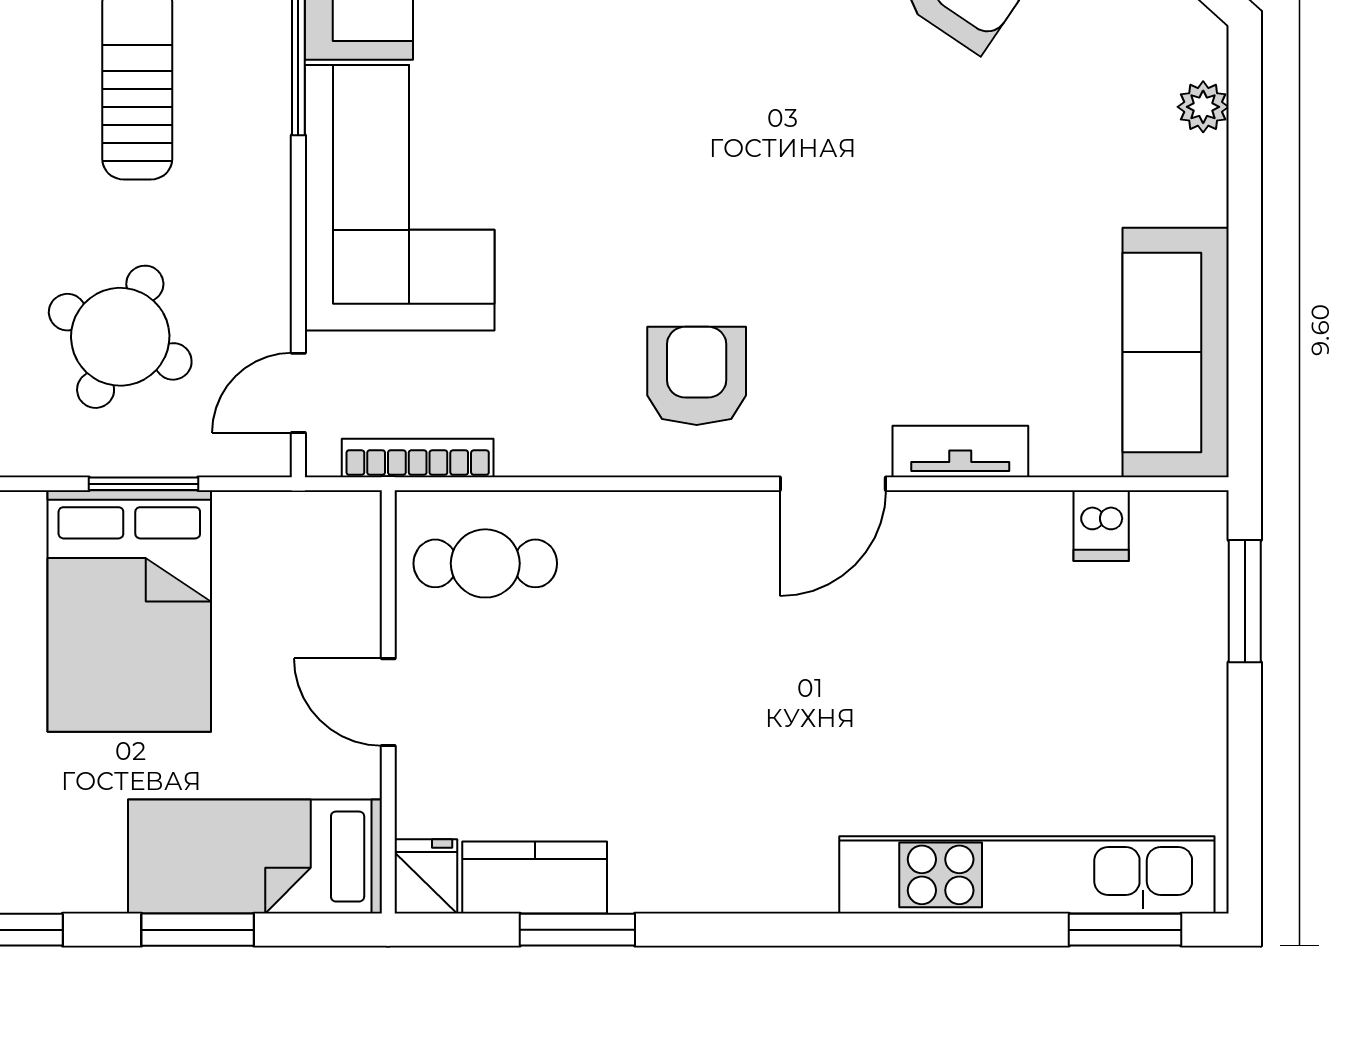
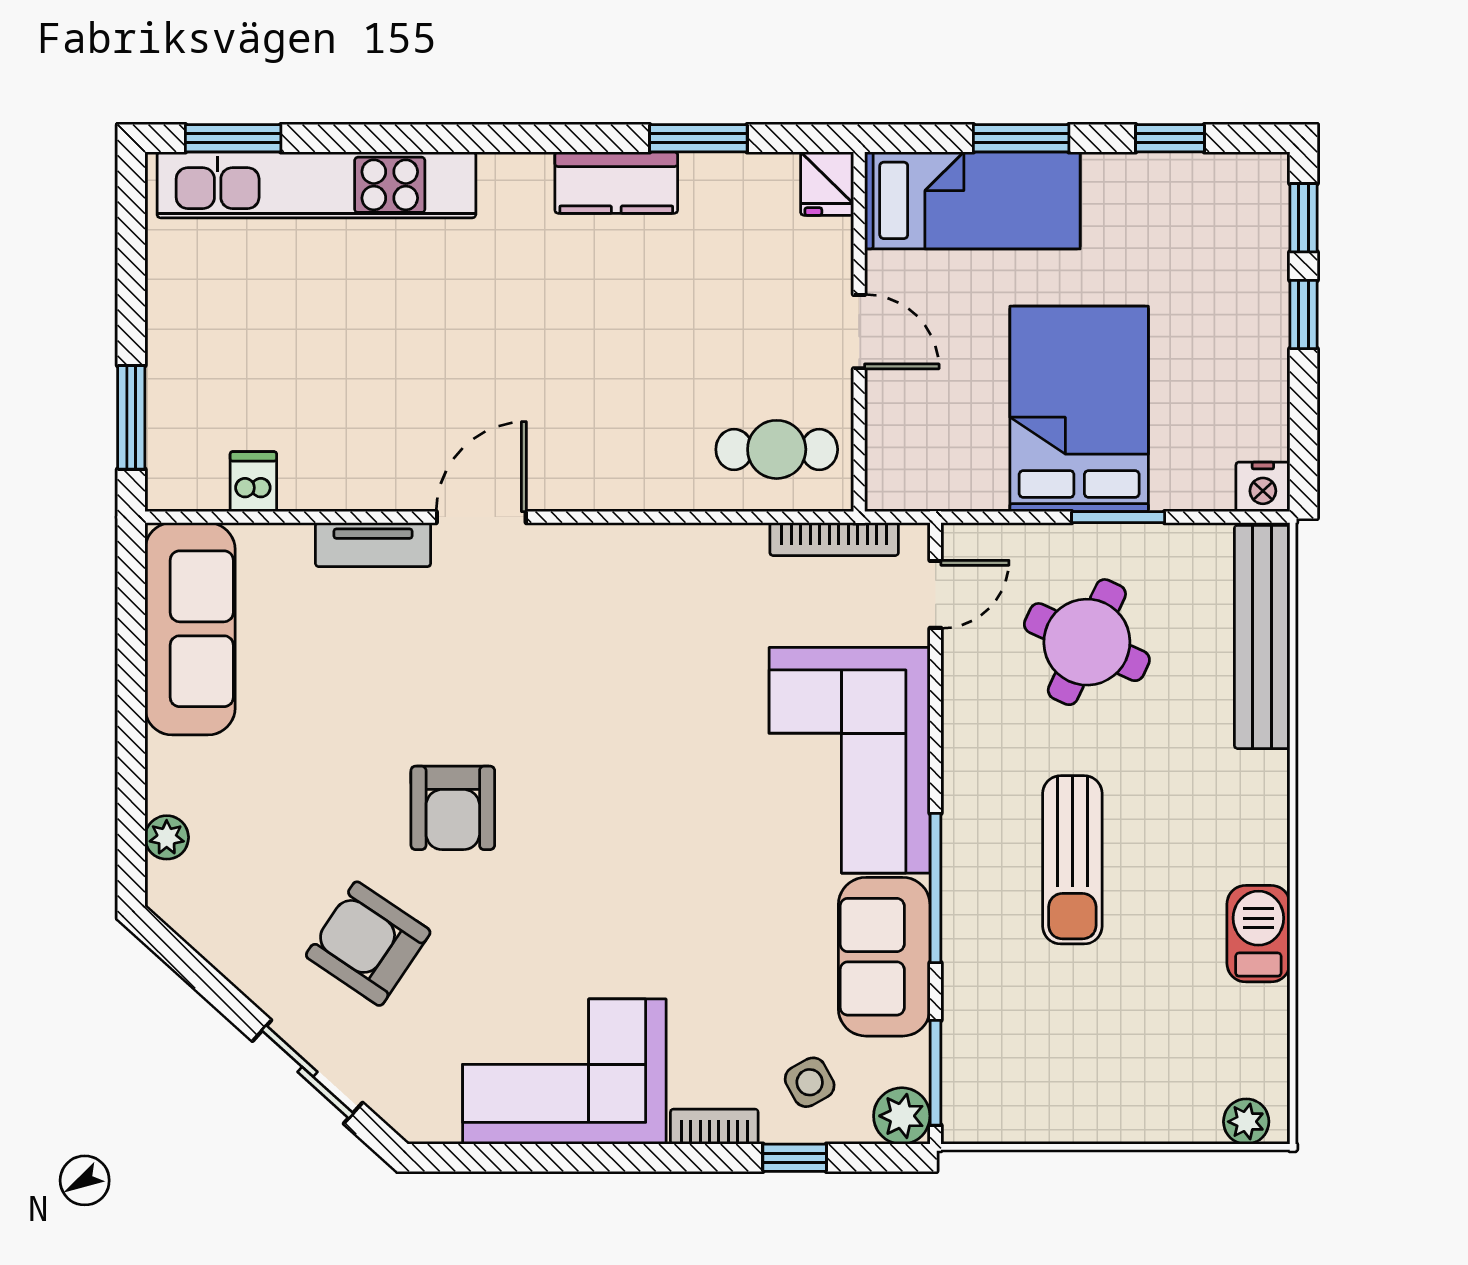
armchair: (697, 376) -> (453, 808), moved
window: (143, 484) -> (1118, 517), moved
kitchen counter: (535, 877) -> (616, 183), moved

